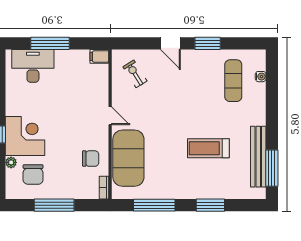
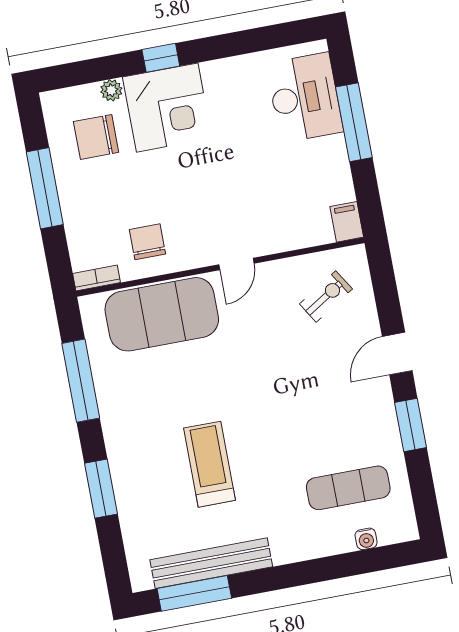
chair: (91, 159) -> (147, 242), turned 180

